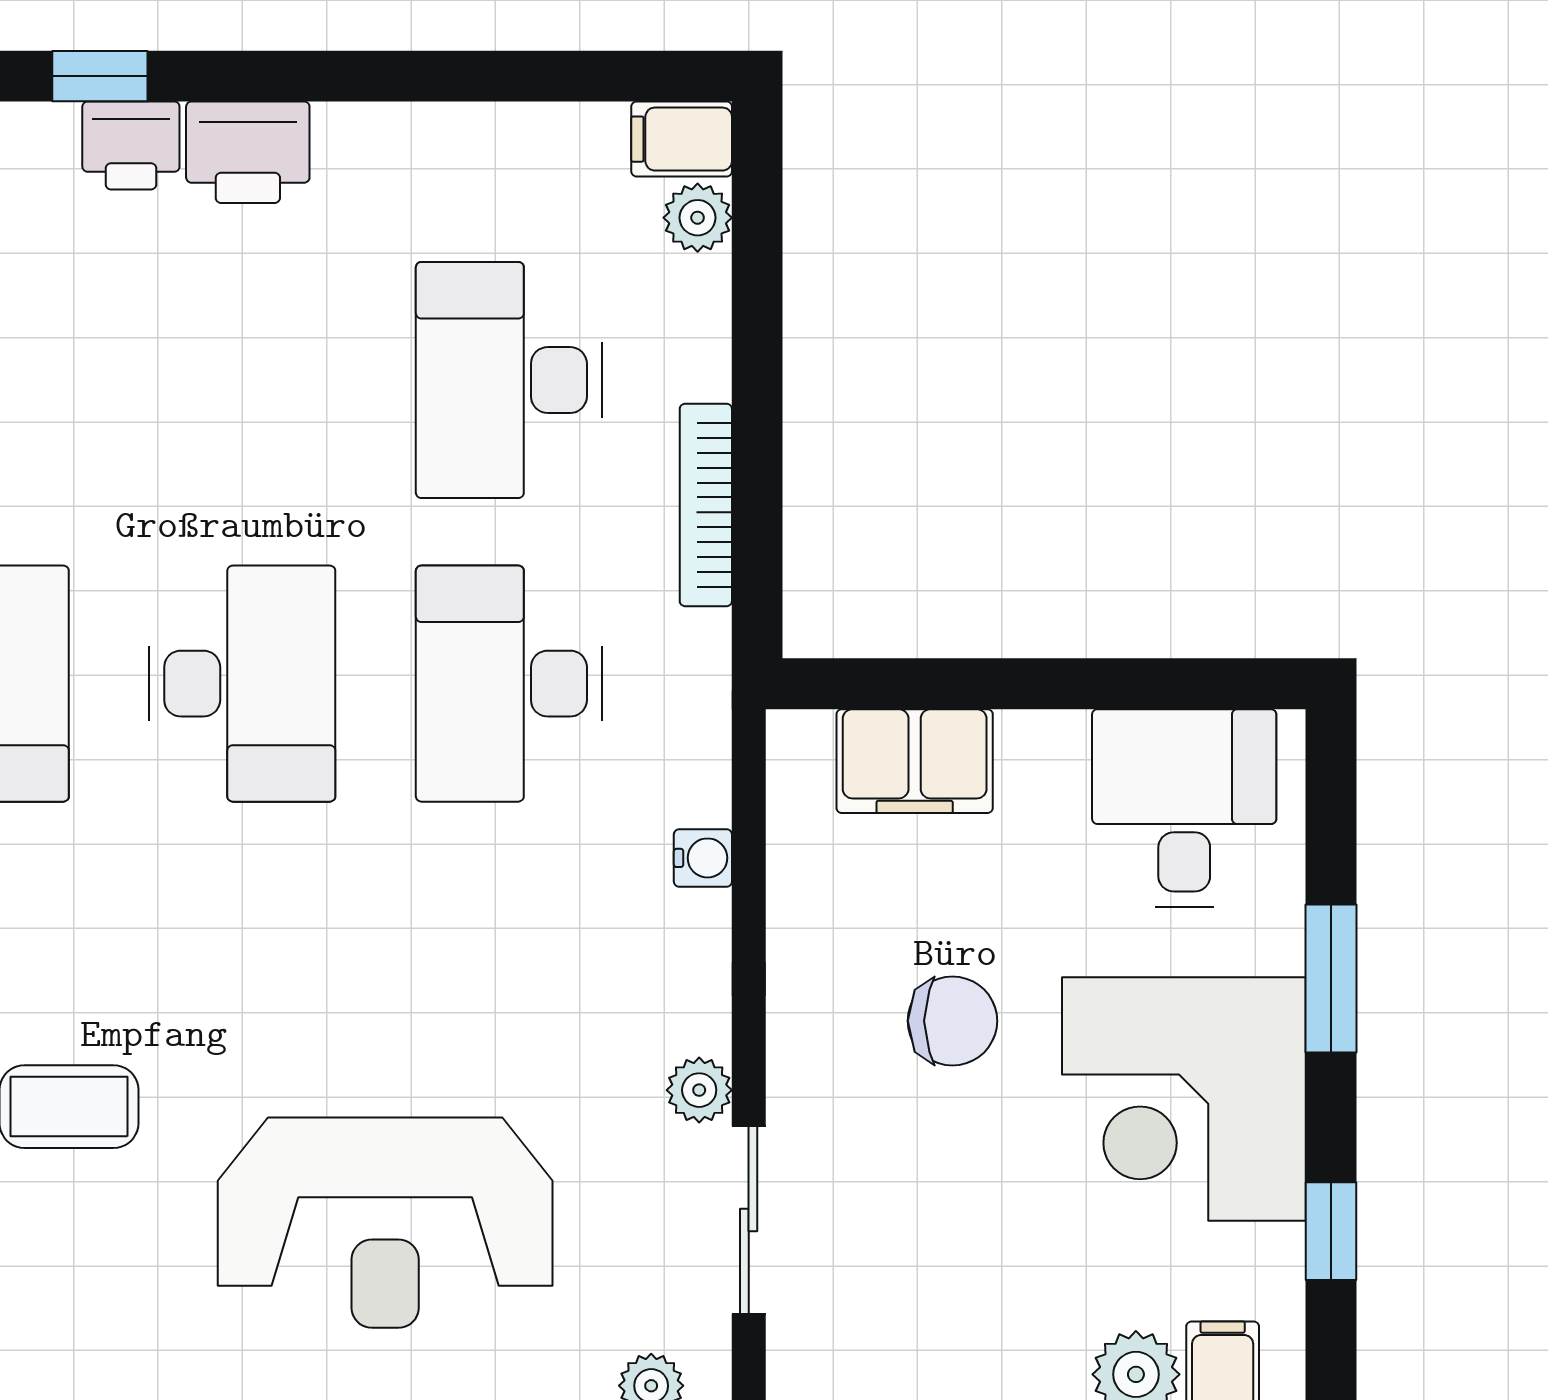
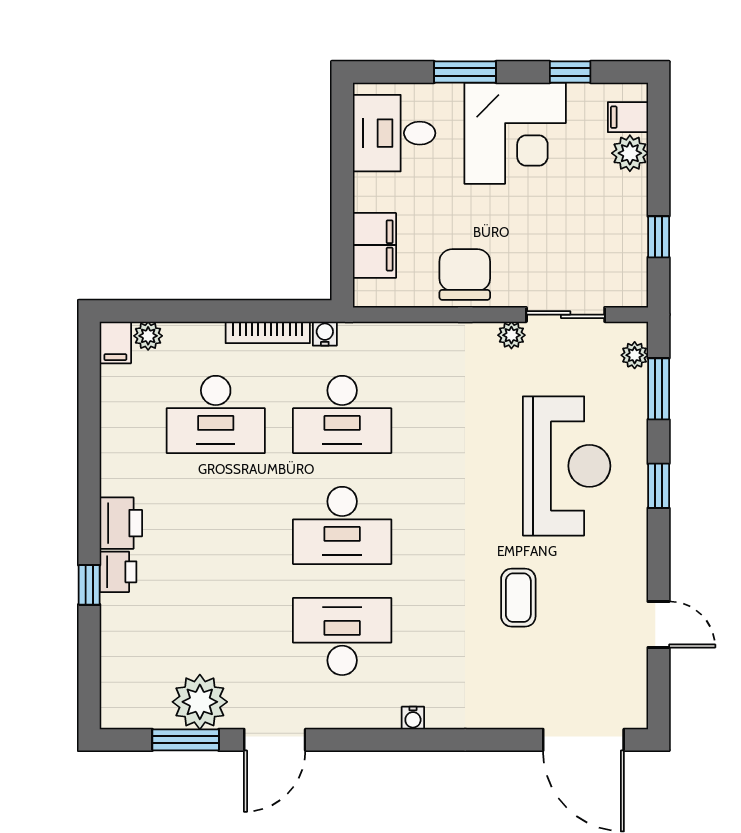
desk: (242, 684) -> (342, 525), turned 180
water cooler: (703, 858) -> (325, 334), moved
chair: (952, 1021) -> (465, 275), moved, width x1.37, depth x1.37

